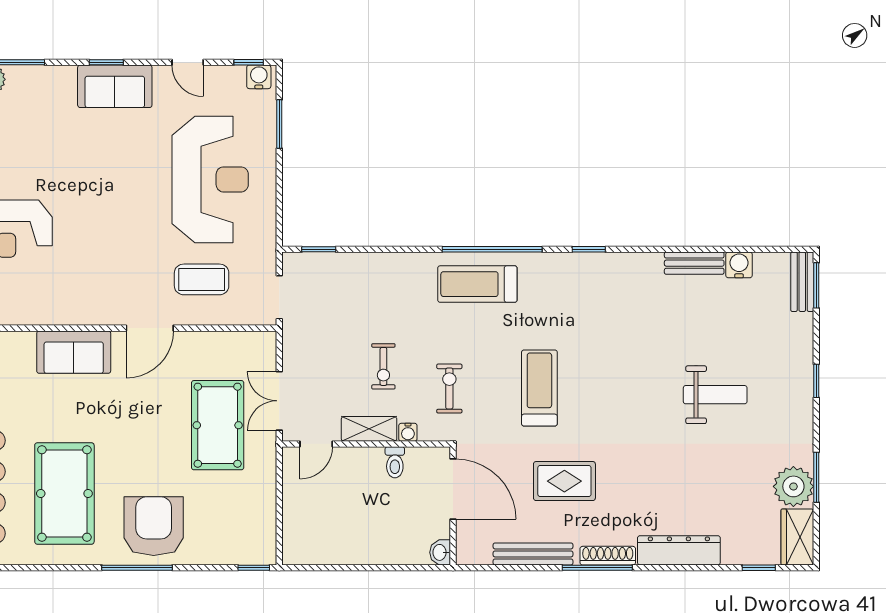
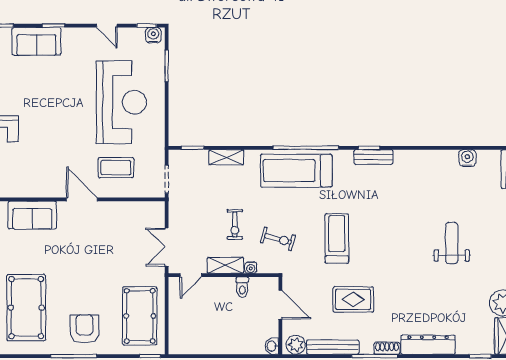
sofa: (115, 86) -> (36, 41), moved
bench: (694, 263) -> (373, 157), moved
shelving: (370, 264) -> (226, 157), added
treadmill: (477, 284) -> (296, 171), width x1.37, depth x1.38
door: (150, 328) -> (82, 199), swing flipped
exercise bike: (449, 388) -> (278, 239), turned 105
weight bench: (715, 395) -> (452, 243), turned -90
pool table: (218, 425) -> (140, 316), moved
door: (453, 489) -> (280, 305), width x0.73
armchair: (154, 526) -> (85, 329), width x0.73, depth x0.73
plant: (477, 550) -> (296, 345), added
shoe rack: (608, 556) -> (387, 348), width x0.70

